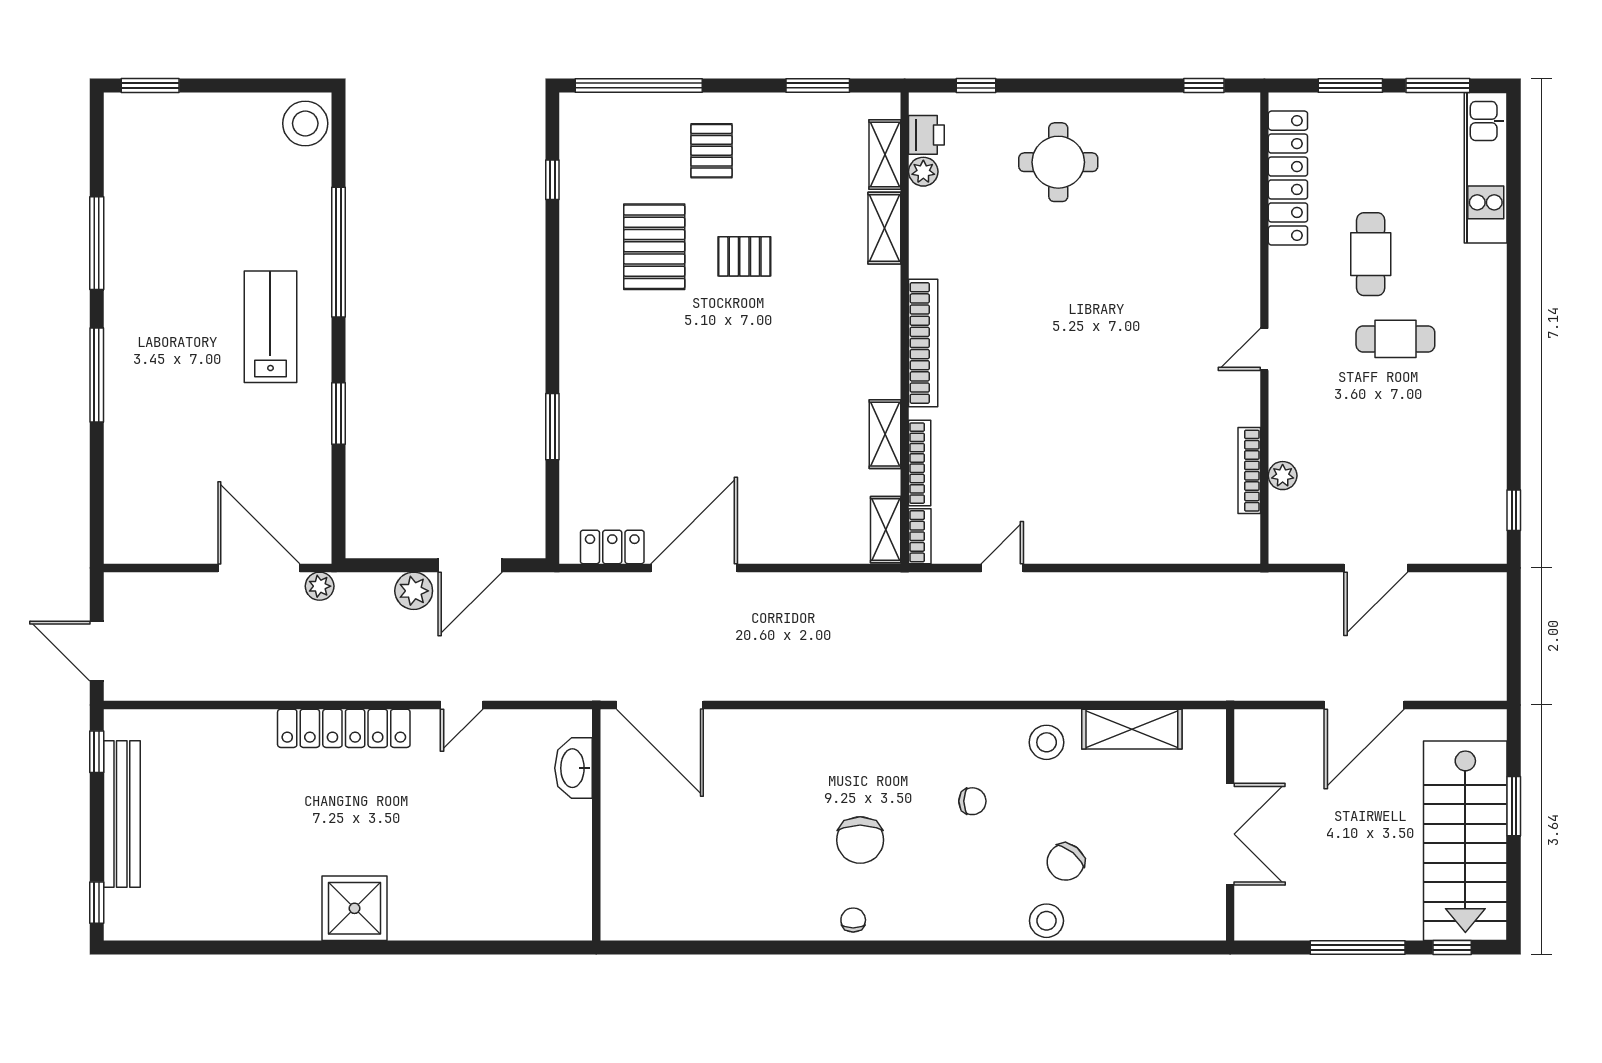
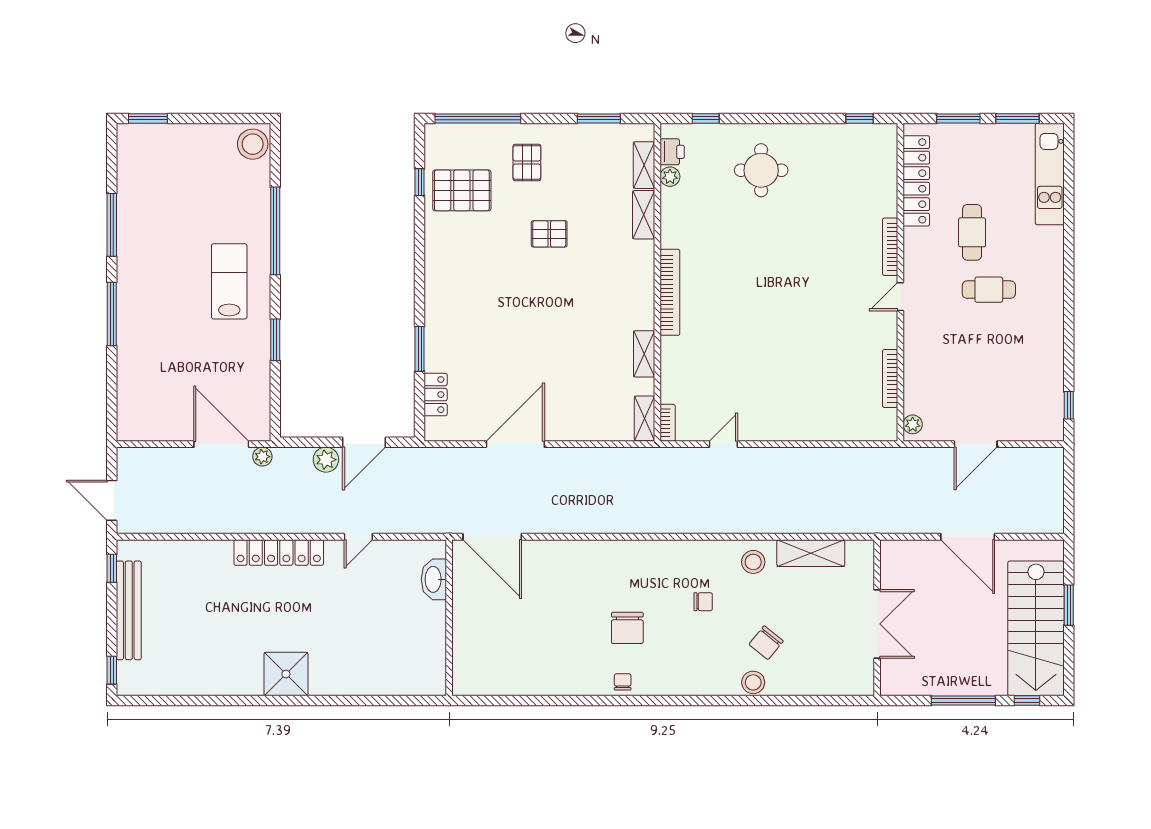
pallet: (654, 247) -> (462, 190), moved, turned 90
bookcase: (920, 463) -> (890, 247), moved, turned 180
plant: (1283, 476) -> (913, 424), moved
locker: (612, 547) -> (436, 395), moved, turned 90
door: (1364, 705) -> (968, 537), hinge flipped

